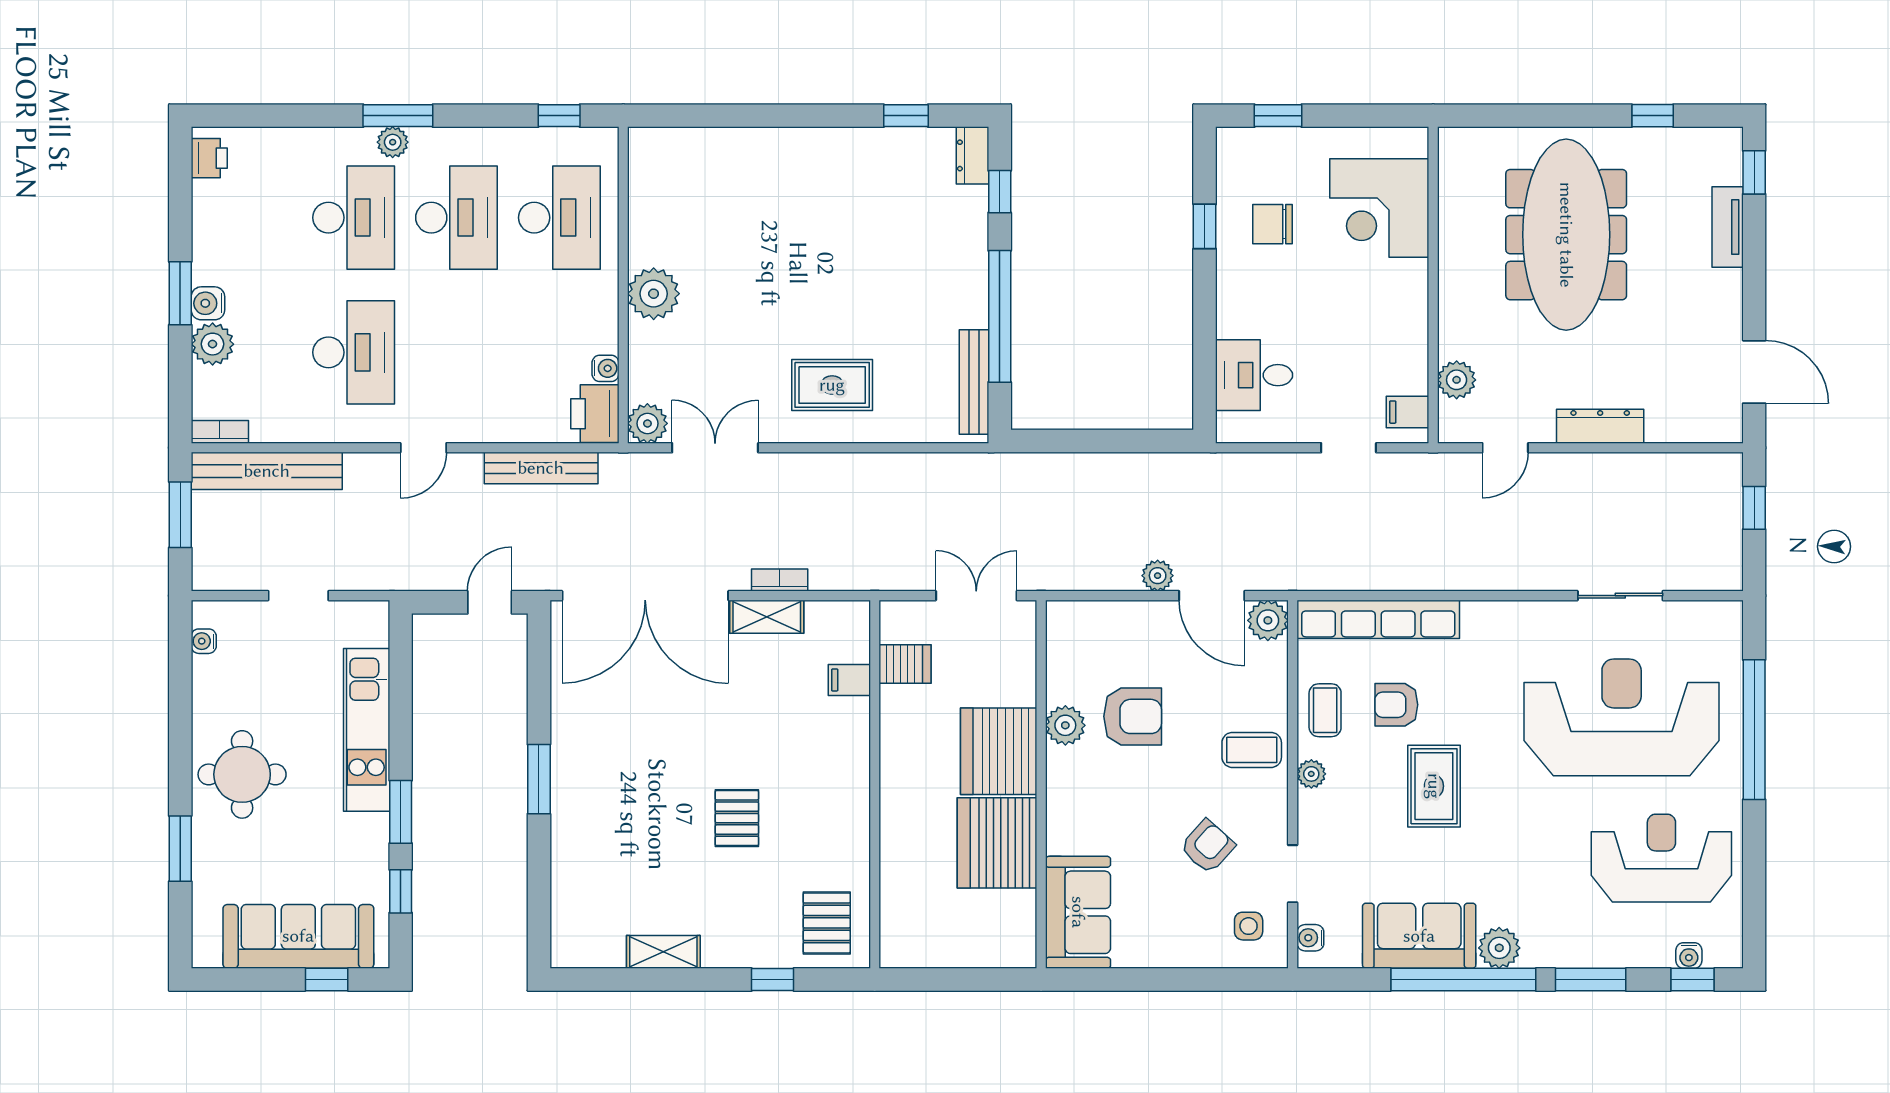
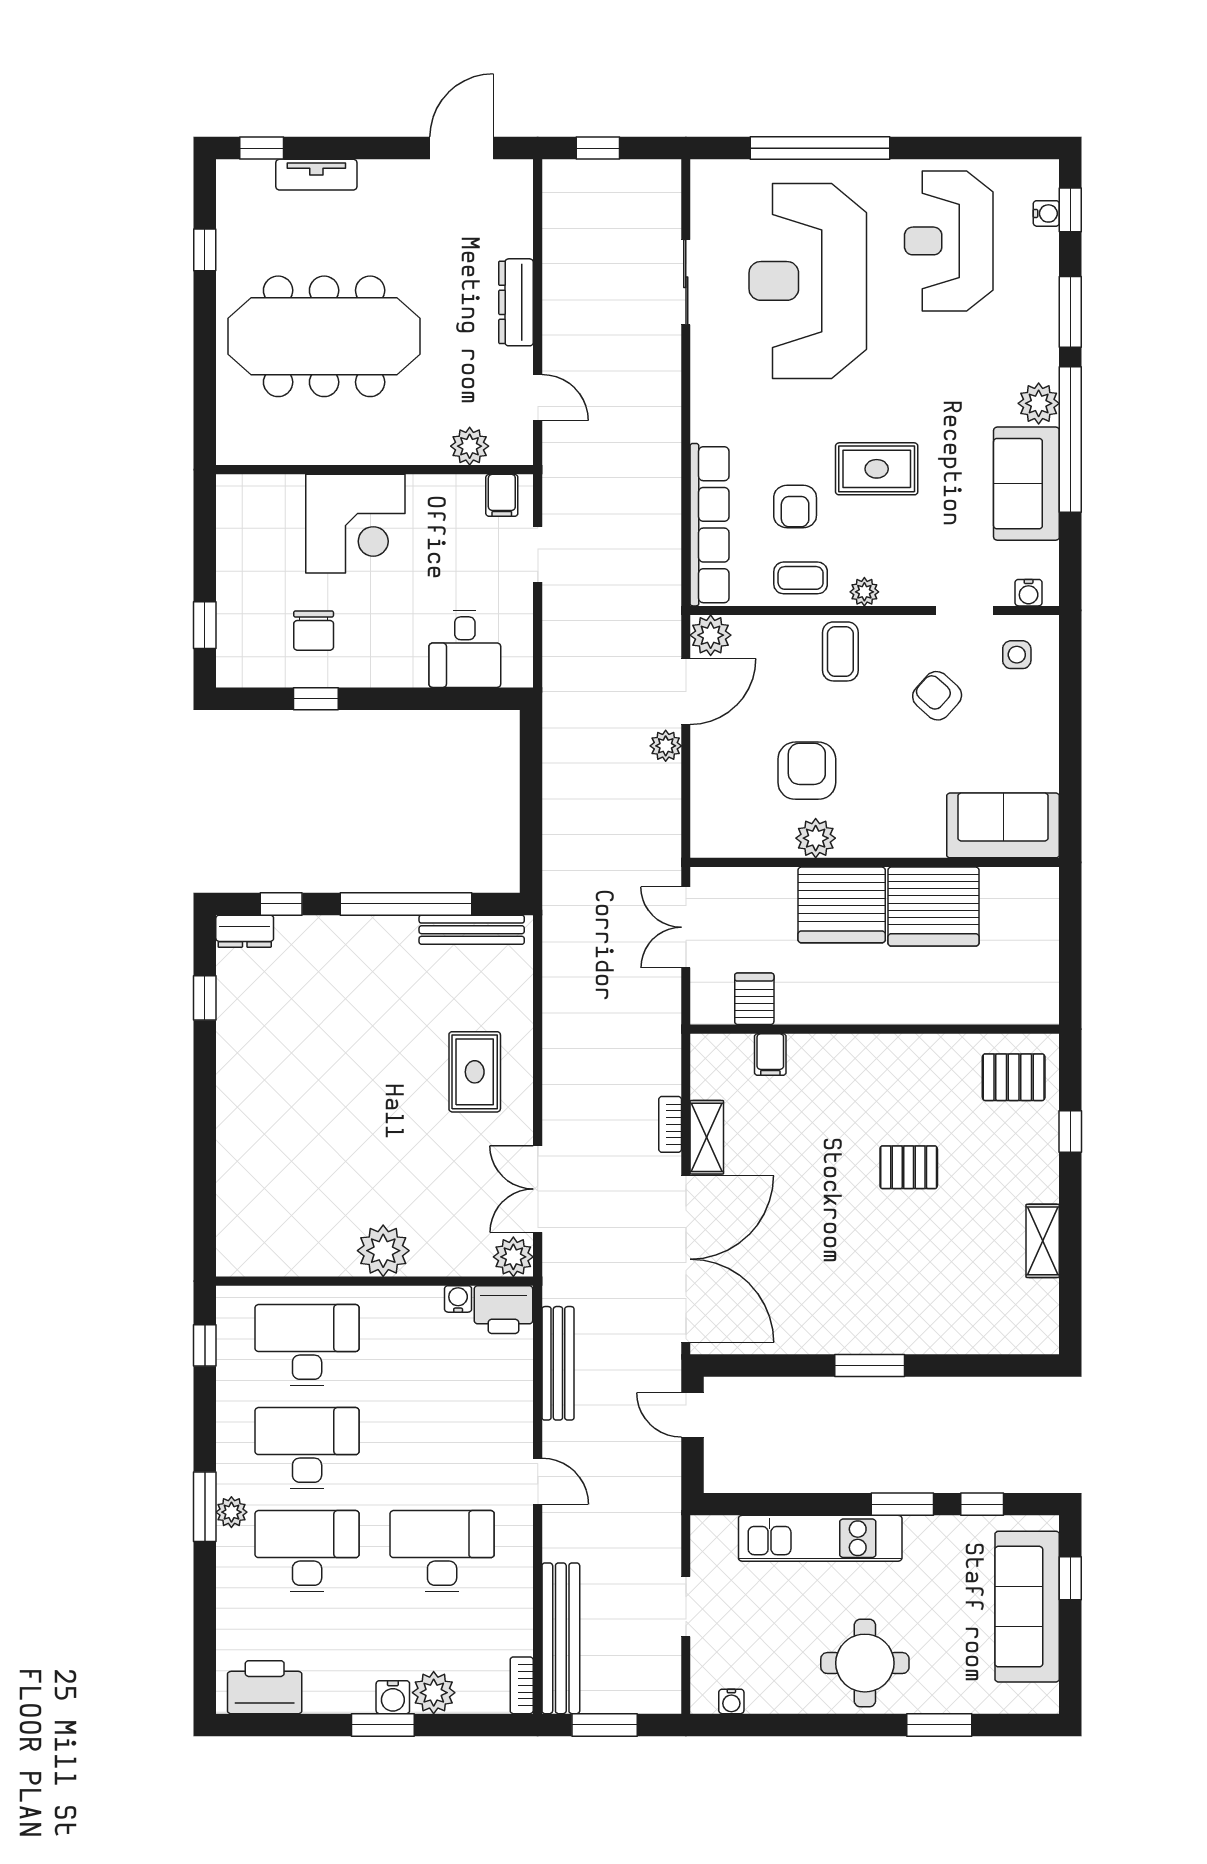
printer: (209, 158) -> (265, 1687), width x1.87, depth x1.48
corner desk: (1379, 208) -> (355, 524), moved

